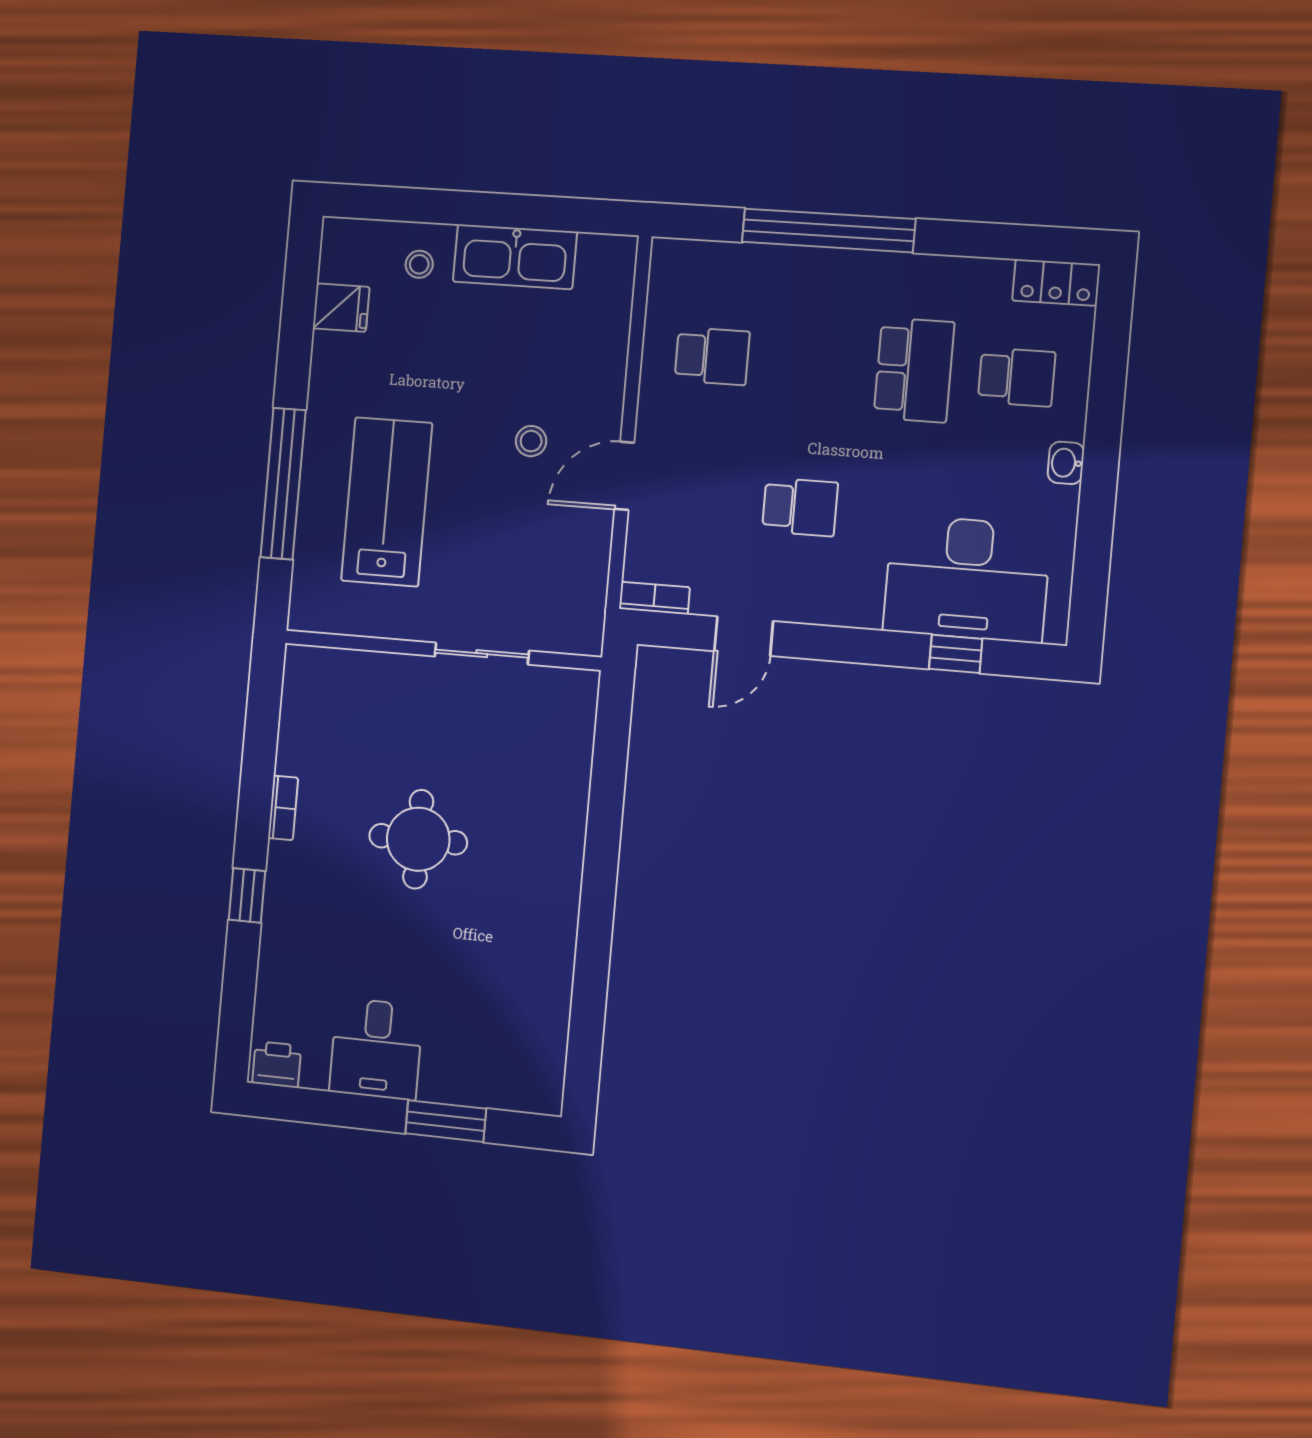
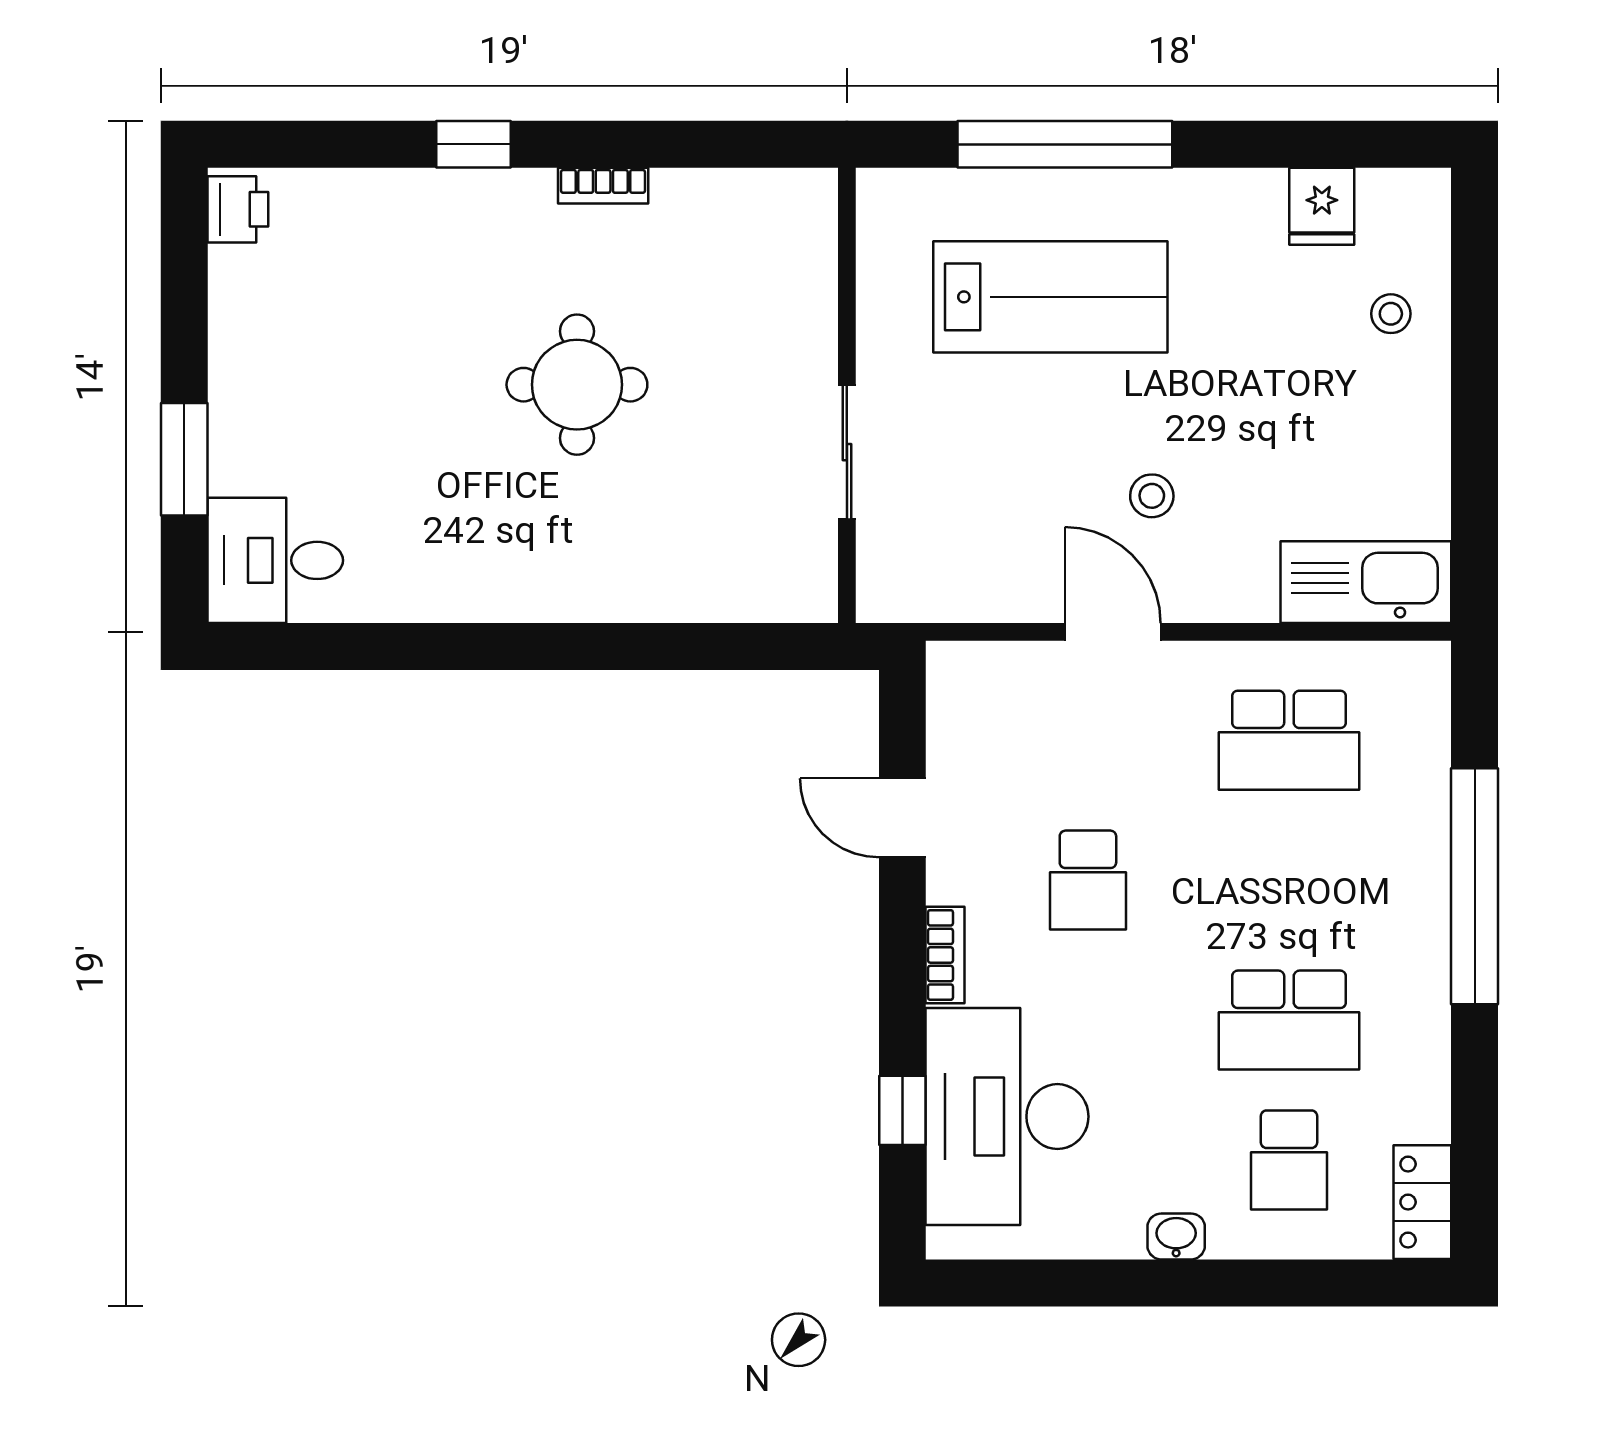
kitchen sink: (515, 257) -> (1366, 582), moved, turned 90
school desk: (712, 356) -> (1289, 740), width x1.85
bookcase: (654, 598) -> (945, 955), moved
desk: (376, 1049) -> (275, 560), moved

